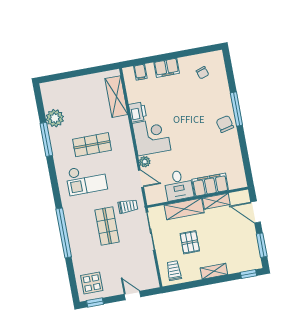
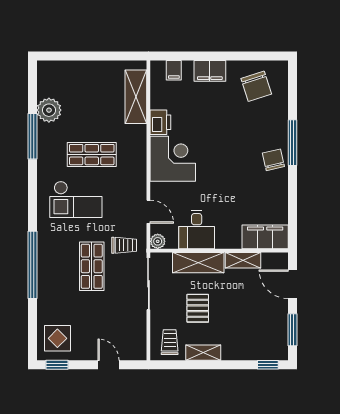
chair: (202, 73) -> (256, 86), width x1.87, depth x1.87
plant: (145, 162) -> (158, 241), moved
filing cabinet: (210, 185) -> (265, 237), moved
shelving: (214, 271) -> (203, 353), moved

